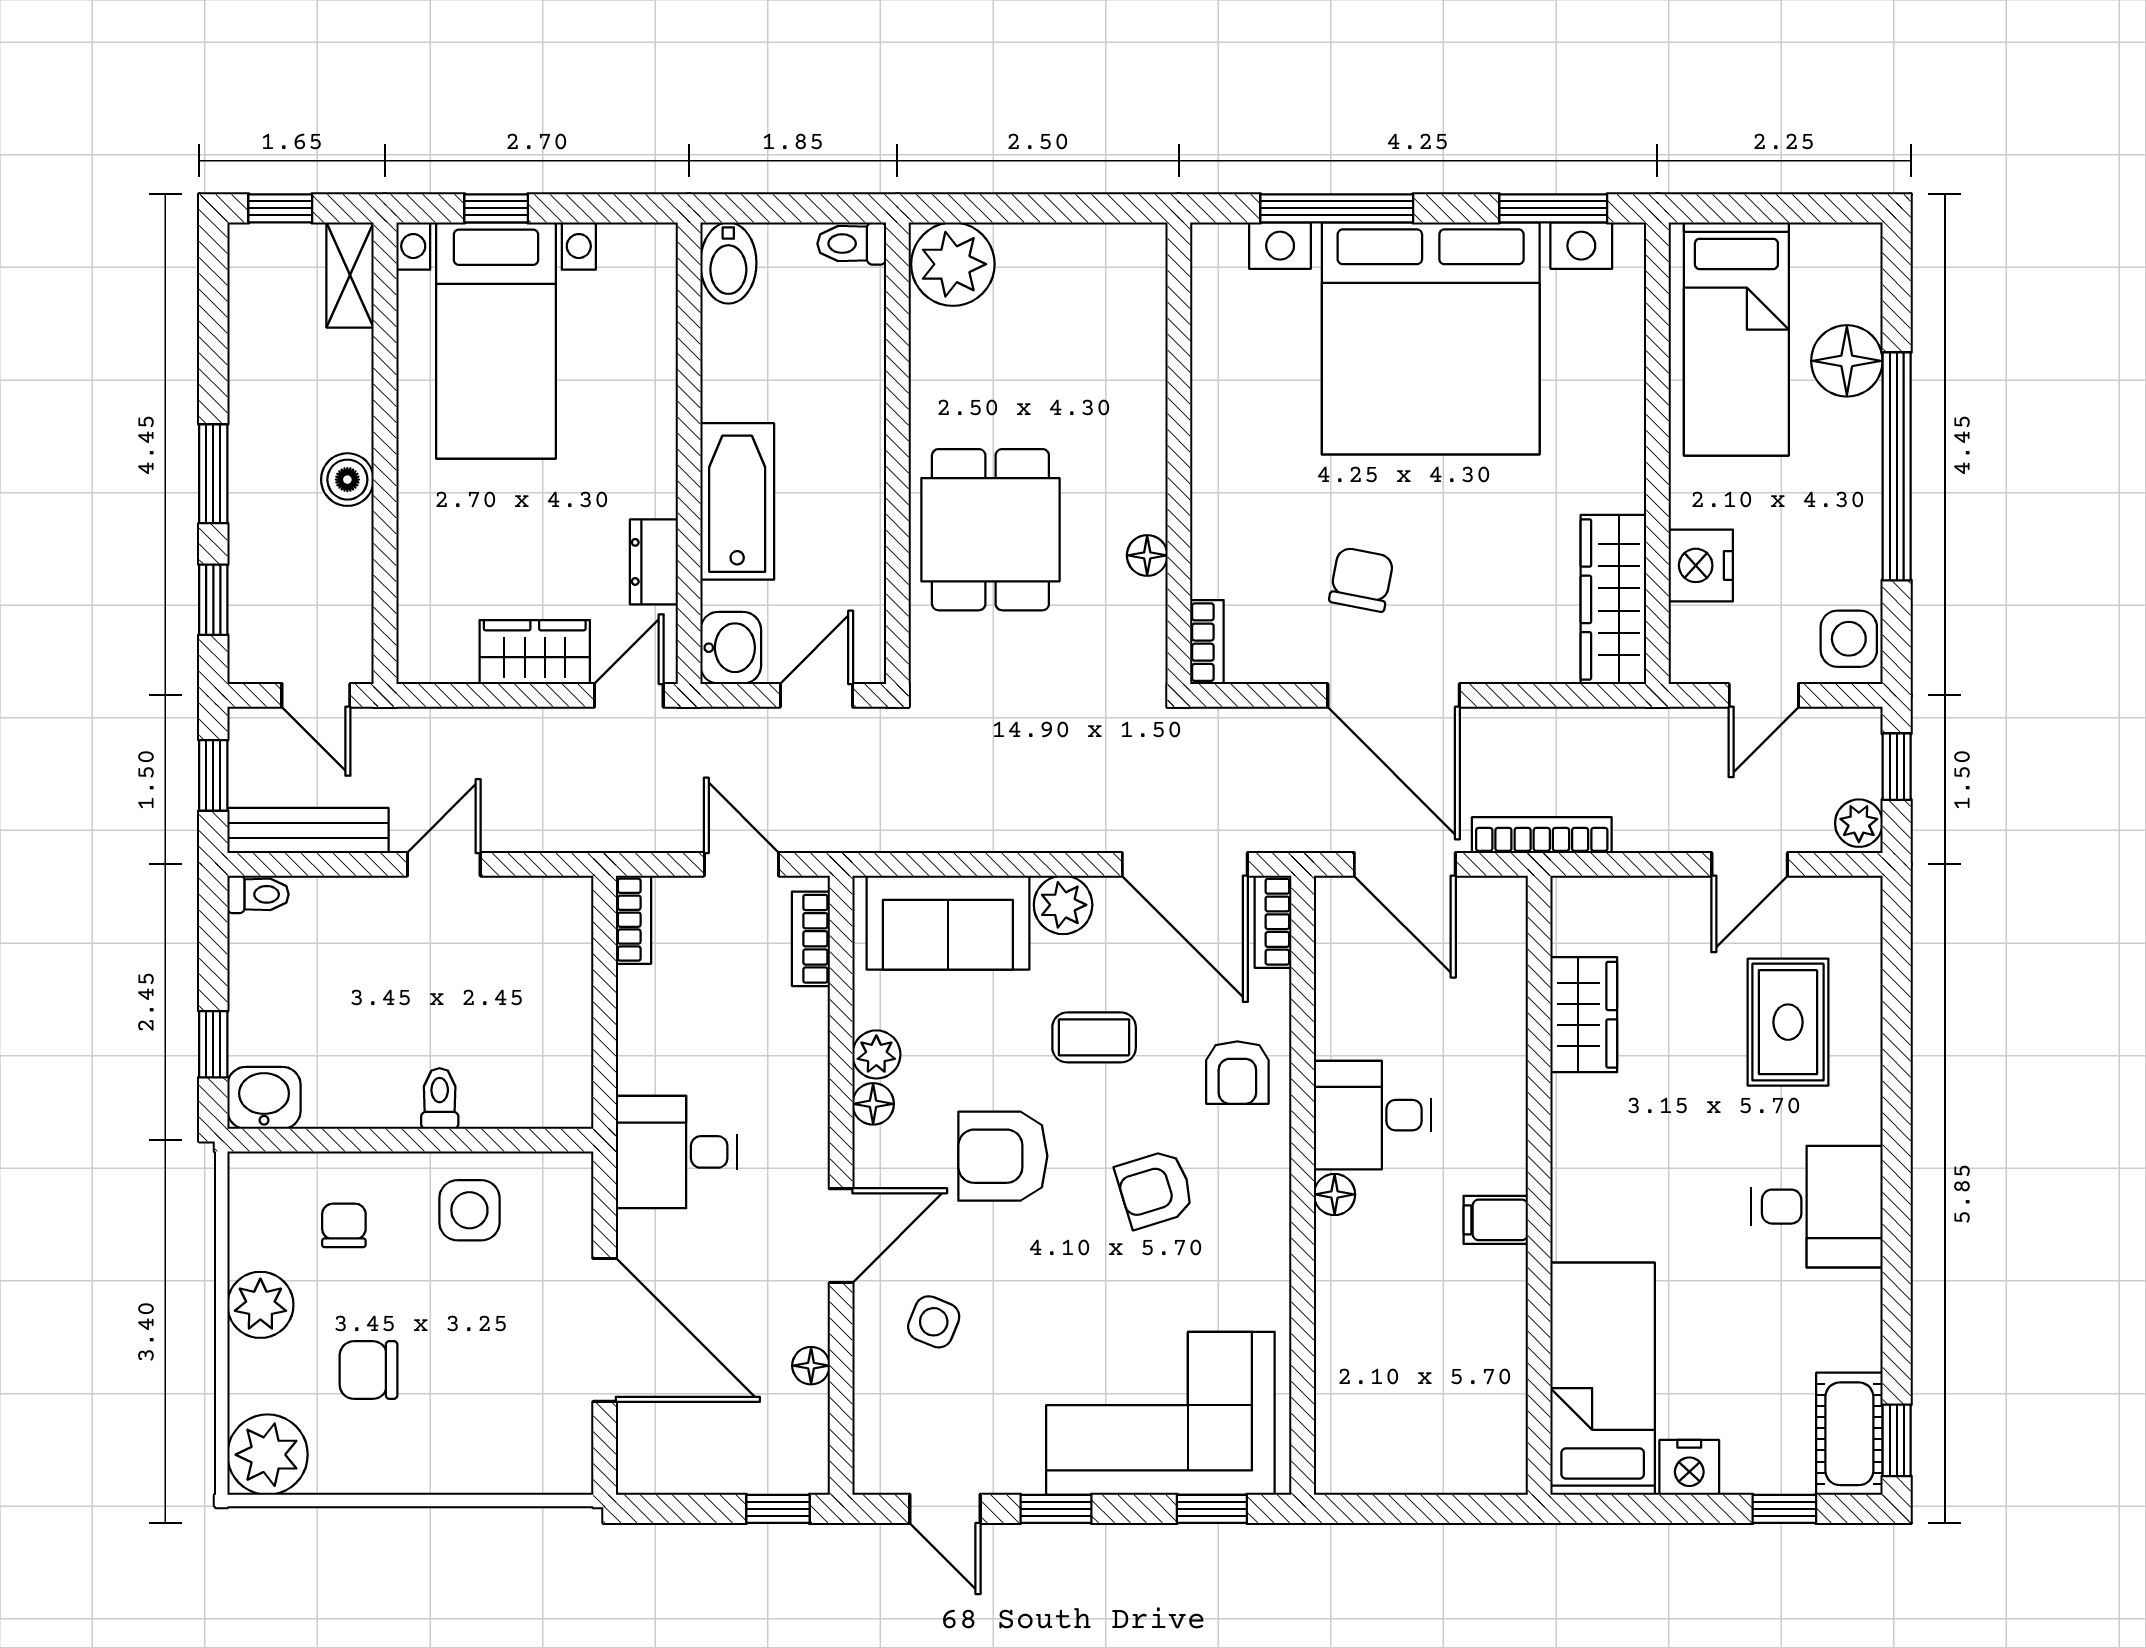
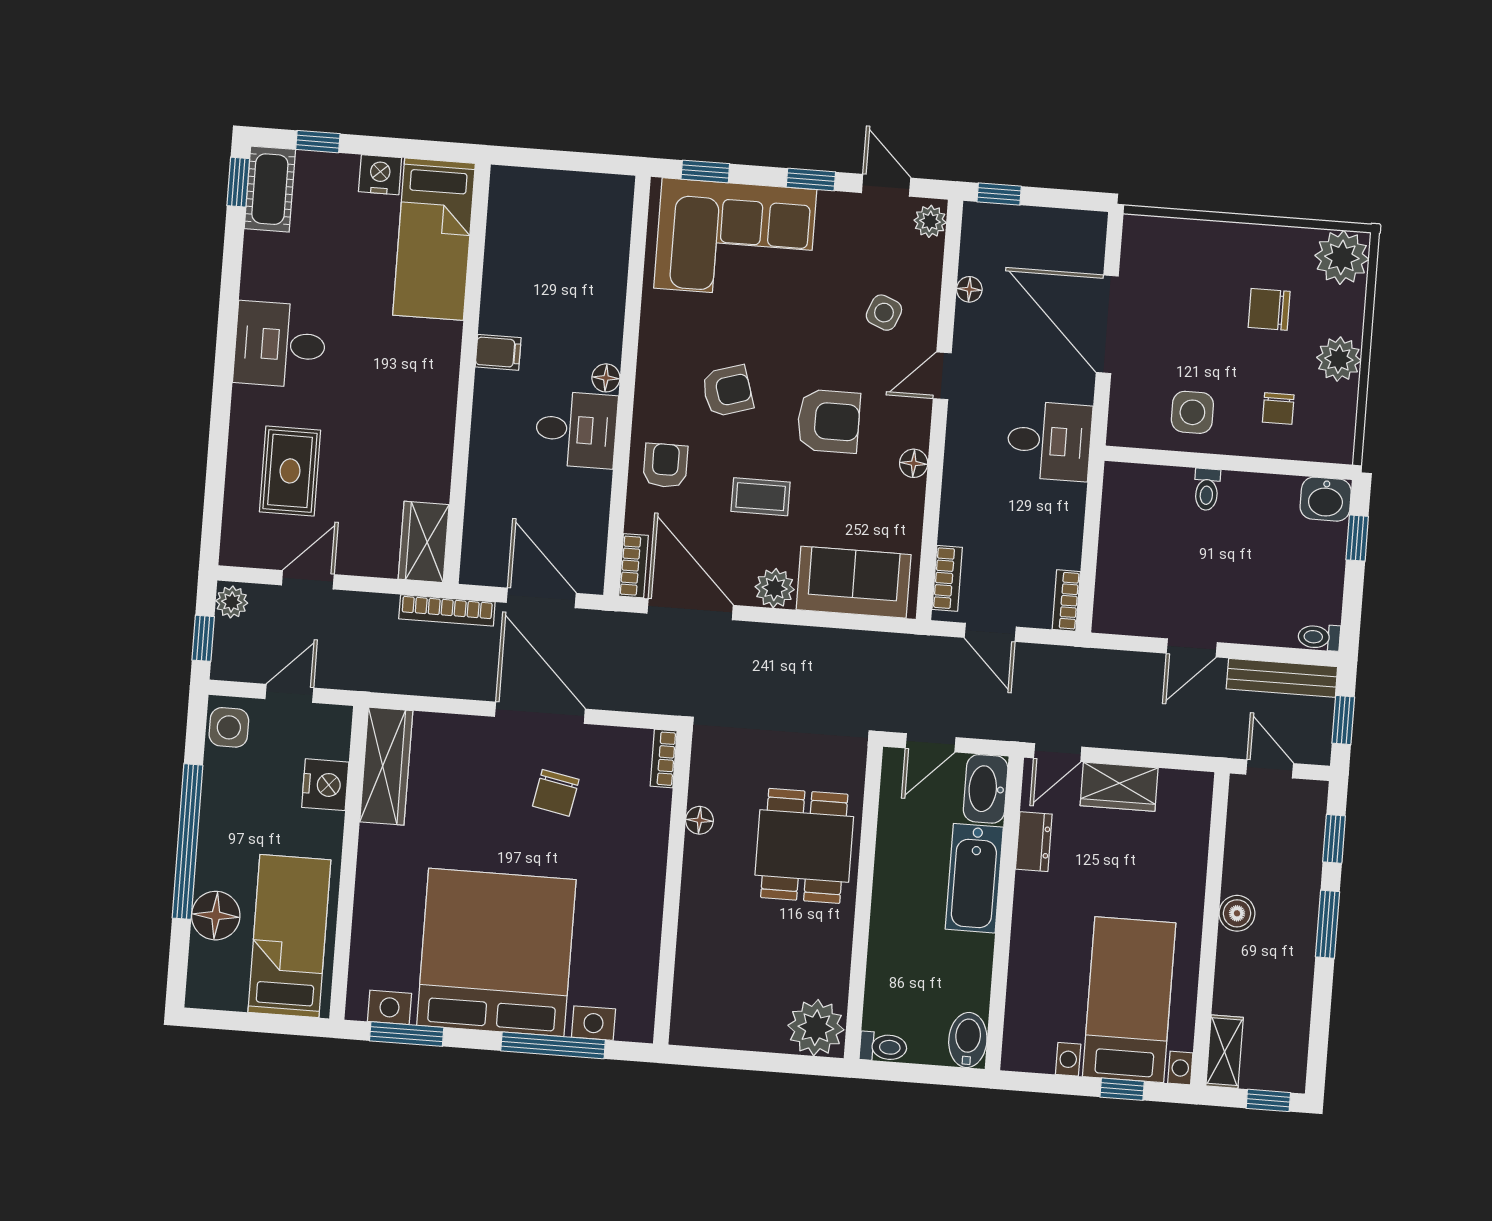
washbasin: (731, 648) -> (986, 789), width x1.38
wardrobe: (1584, 1015) -> (424, 542), moved
plant: (876, 1054) -> (930, 221), moved
door: (841, 1236) -> (942, 376), width x0.73
chair: (369, 1370) -> (1269, 309), turned 180

